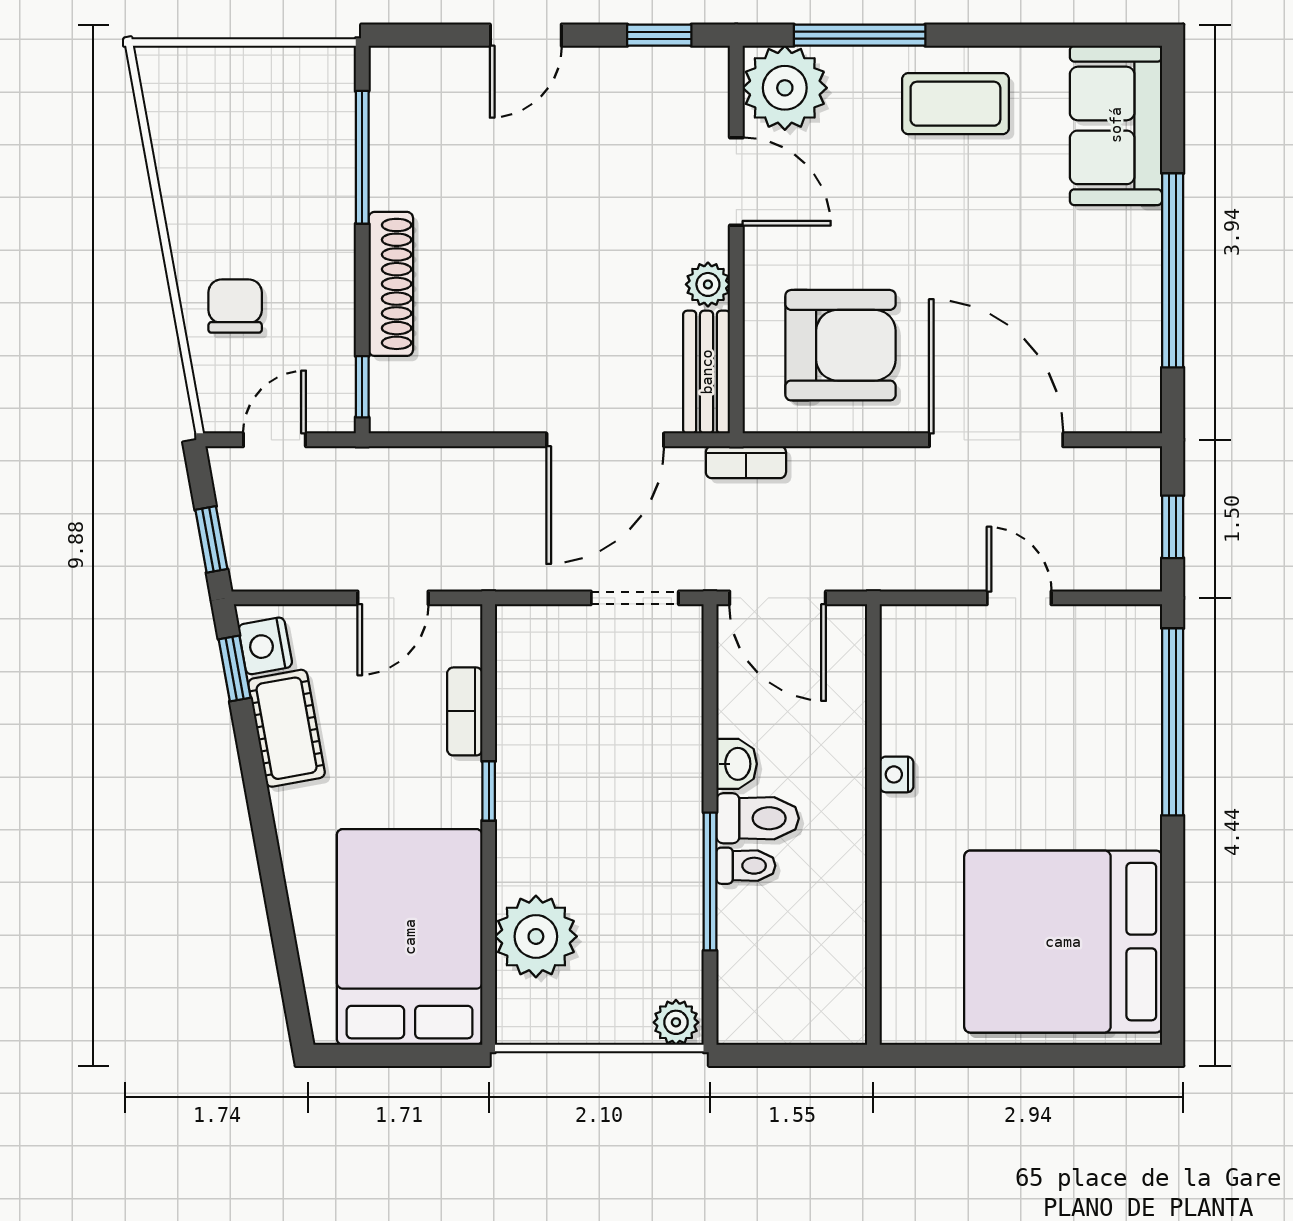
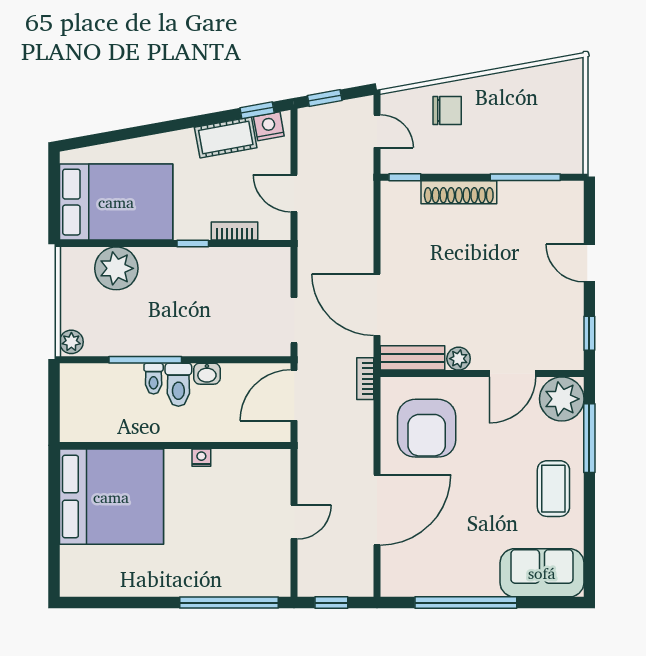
bed: (1063, 942) -> (111, 497), moved, turned 90

